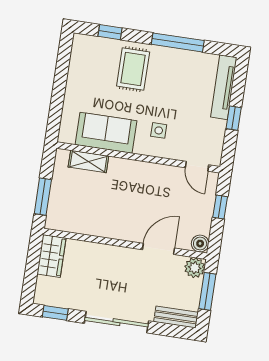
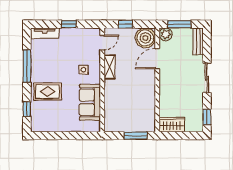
tv unit: (224, 87) -> (45, 33), width x0.71
shelving: (88, 161) -> (109, 67), moved
boiler: (200, 244) -> (145, 38), width x1.86, depth x1.86
door: (158, 249) -> (157, 59), hinge flipped
sliding door: (116, 322) -> (207, 78), width x0.73

